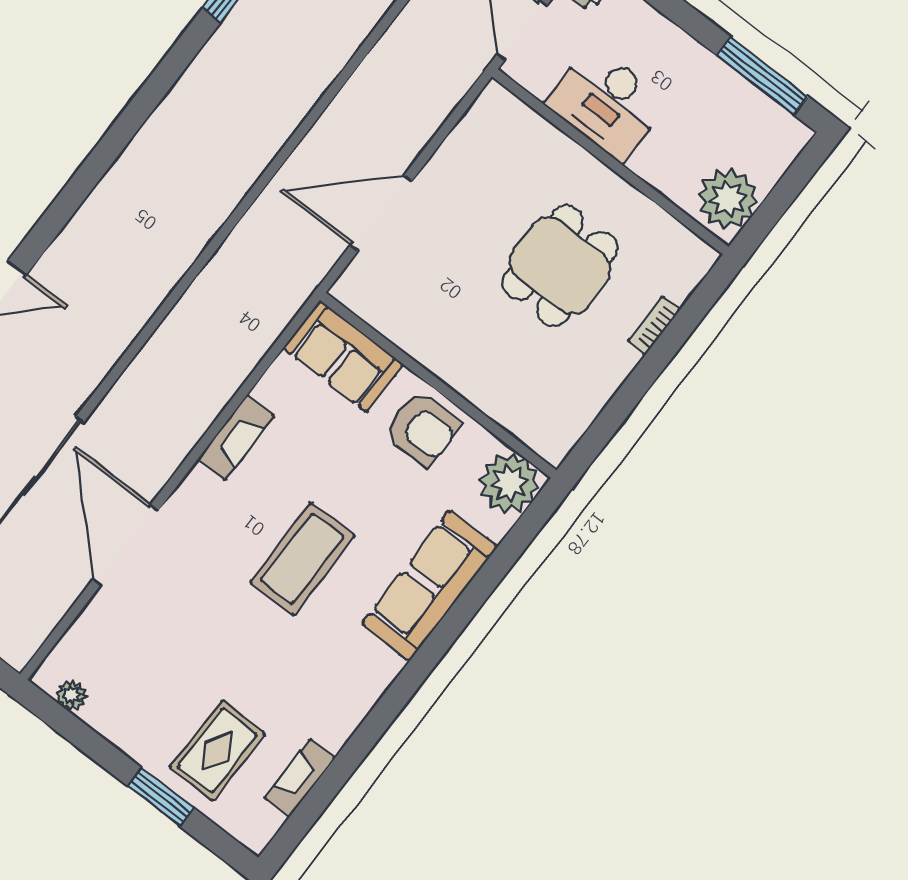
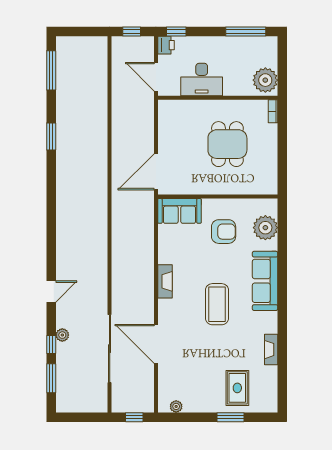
bookcase: (654, 325) -> (273, 111), moved
sofa: (343, 356) -> (179, 211), moved
wall: (438, 385) -> (218, 197), moved
fireplace: (300, 778) -> (271, 350), moved

